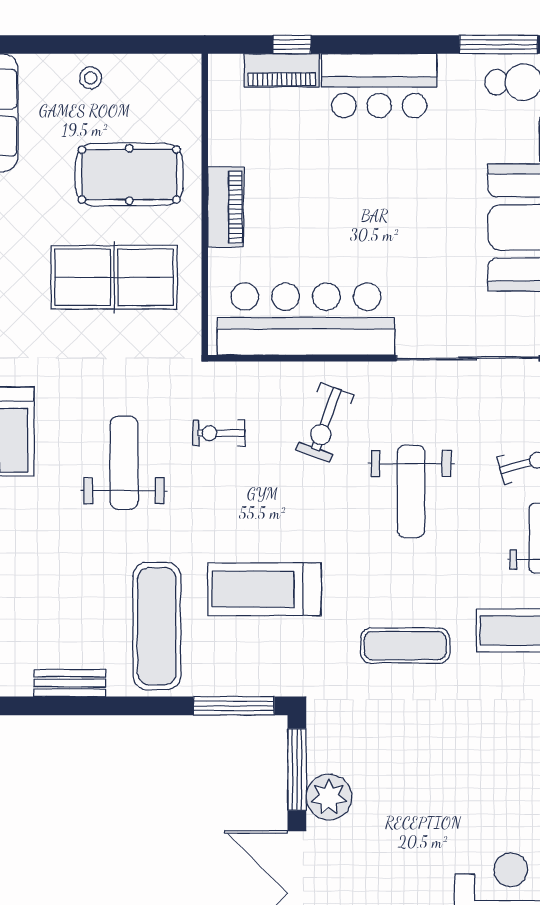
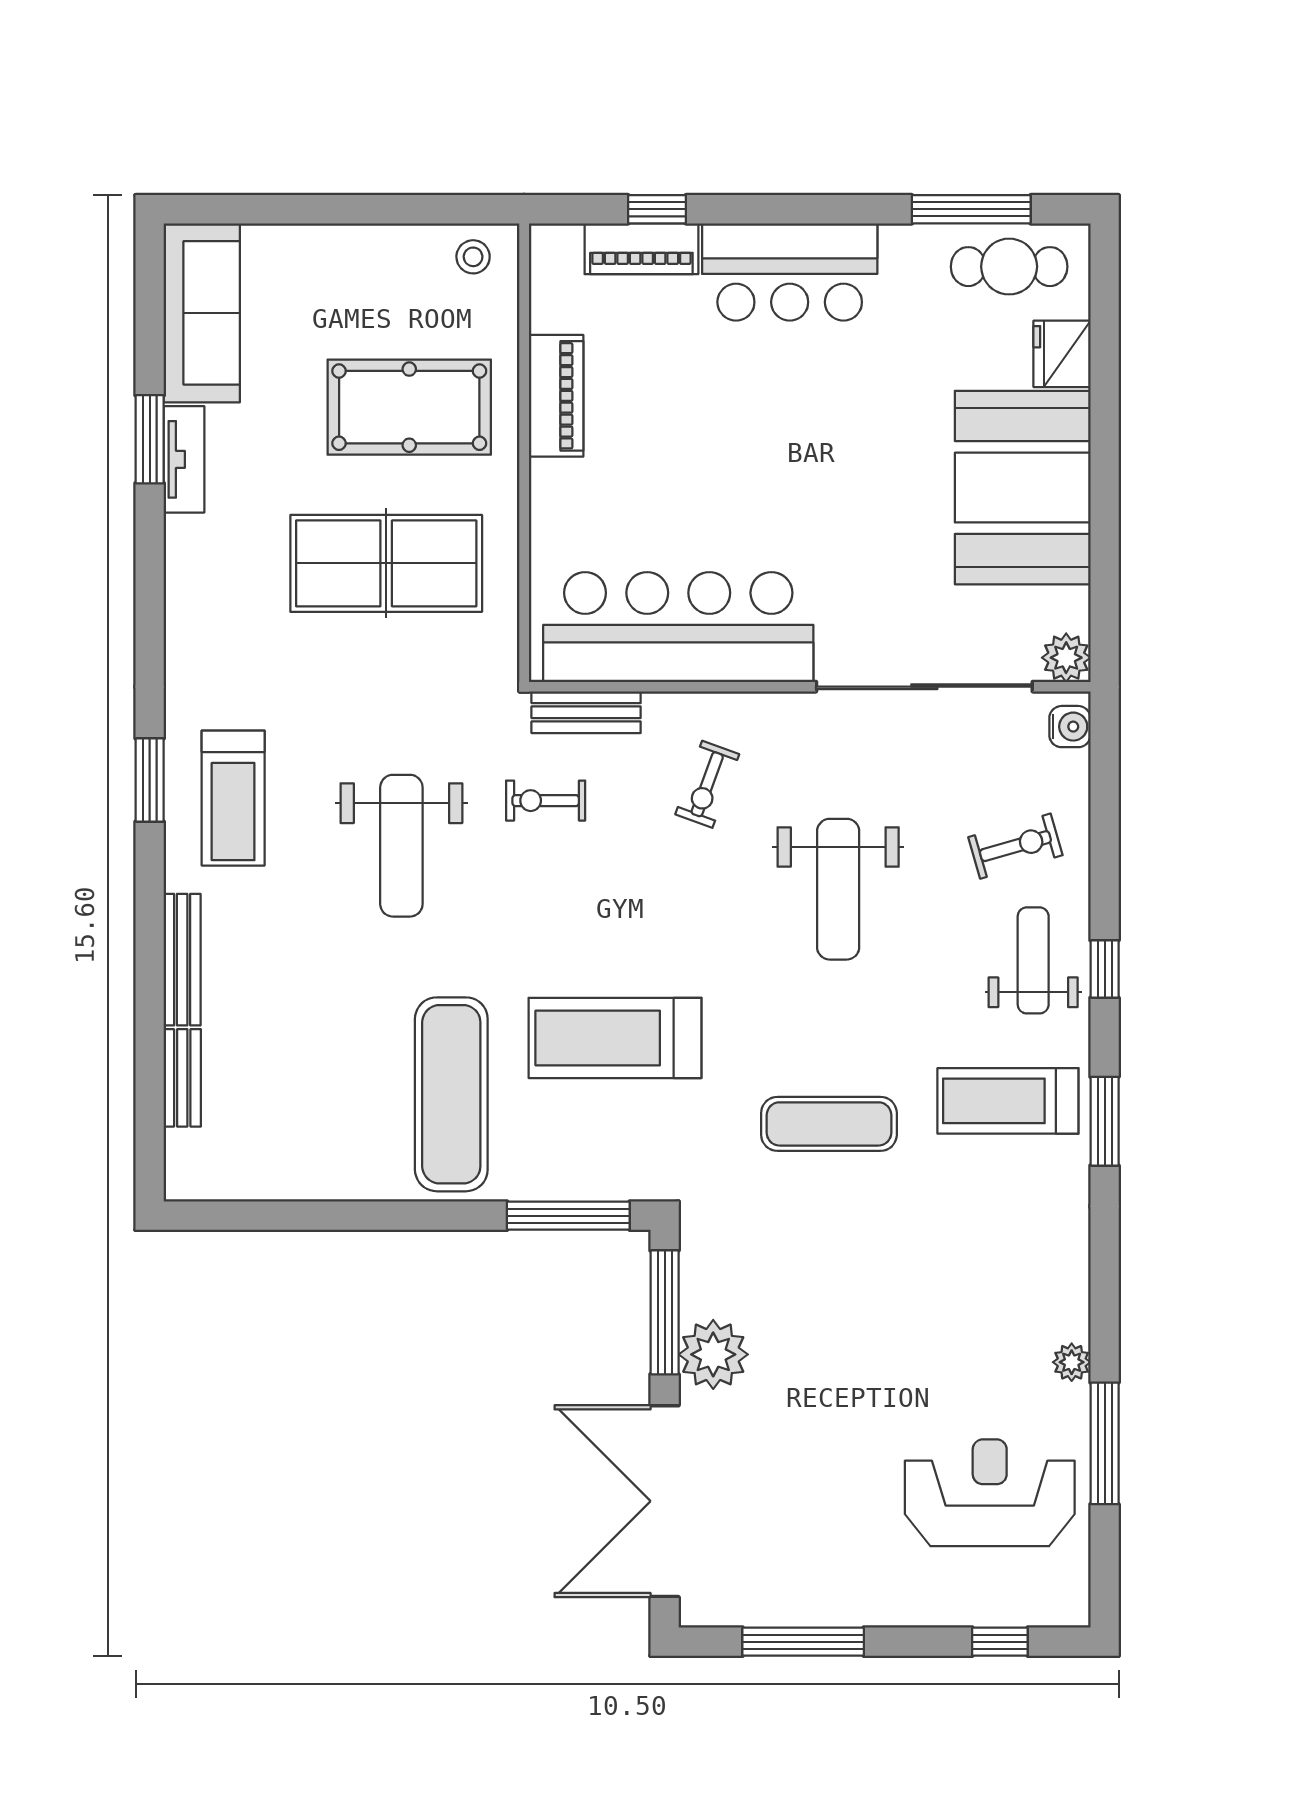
stool: (91, 78) -> (473, 257), moved
piano: (226, 207) -> (556, 396), moved
exercise bike: (325, 422) -> (707, 784), width x0.73, depth x0.72
weight bench: (124, 463) -> (401, 846), turned 180
bench: (70, 683) -> (586, 712), moved

